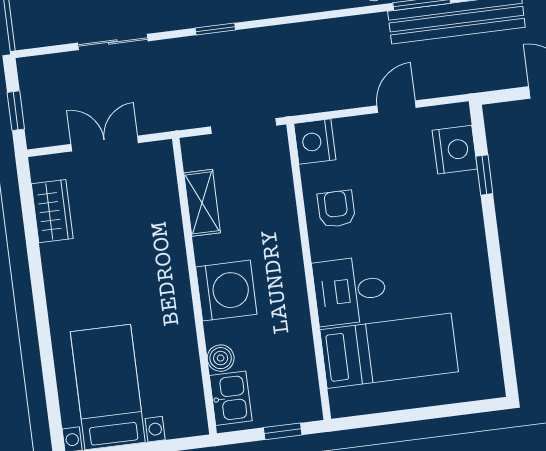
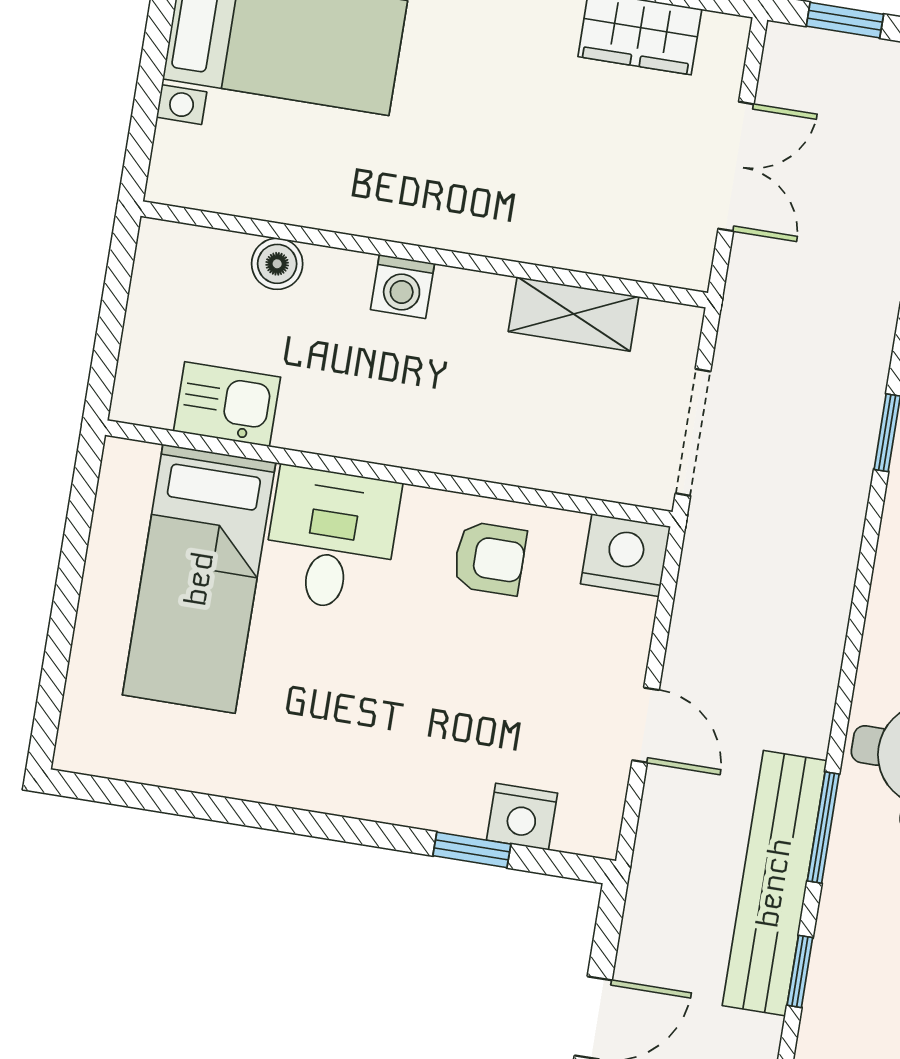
nightstand: (455, 150) -> (522, 817), width x0.74, depth x0.75
washing machine: (226, 291) -> (403, 286), width x0.53, depth x0.53
kitchen sink: (231, 398) -> (227, 404), moved, turned 180
window: (283, 431) -> (108, 339), removed

